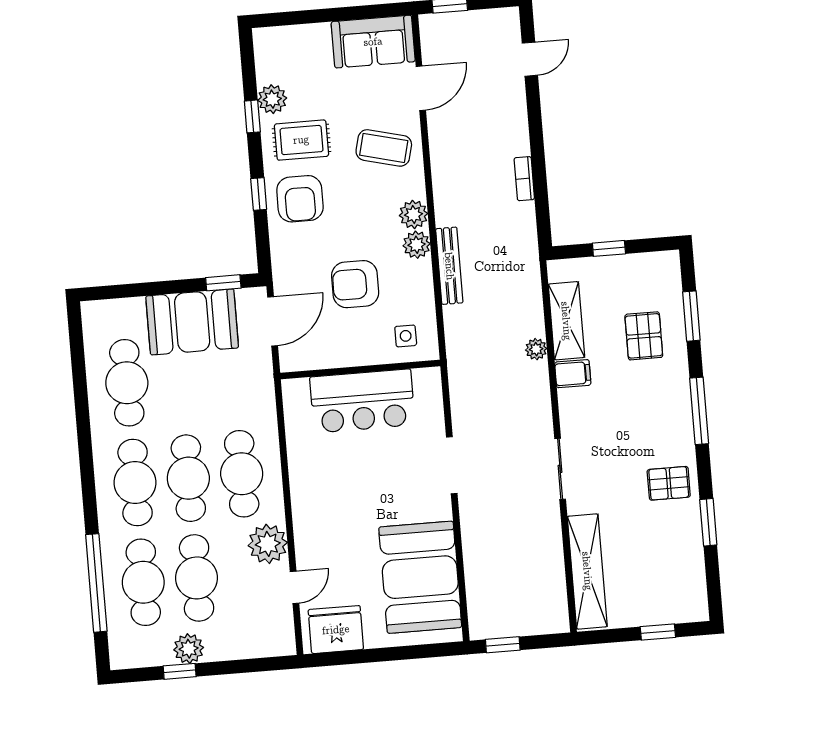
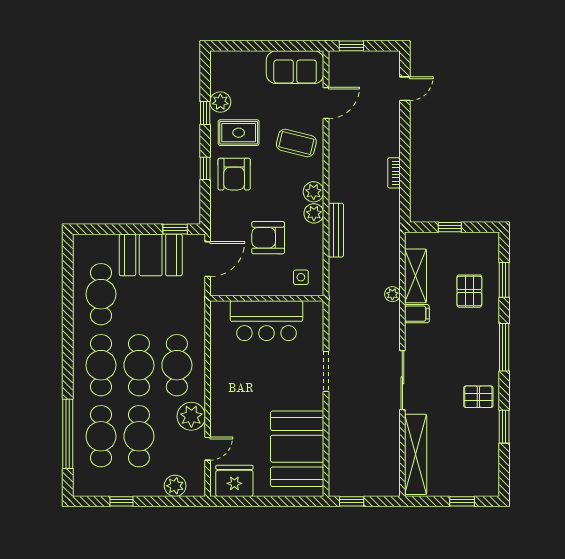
sliding door: (560, 469) -> (402, 380), width x1.37
plant: (189, 649) -> (175, 486), moved

